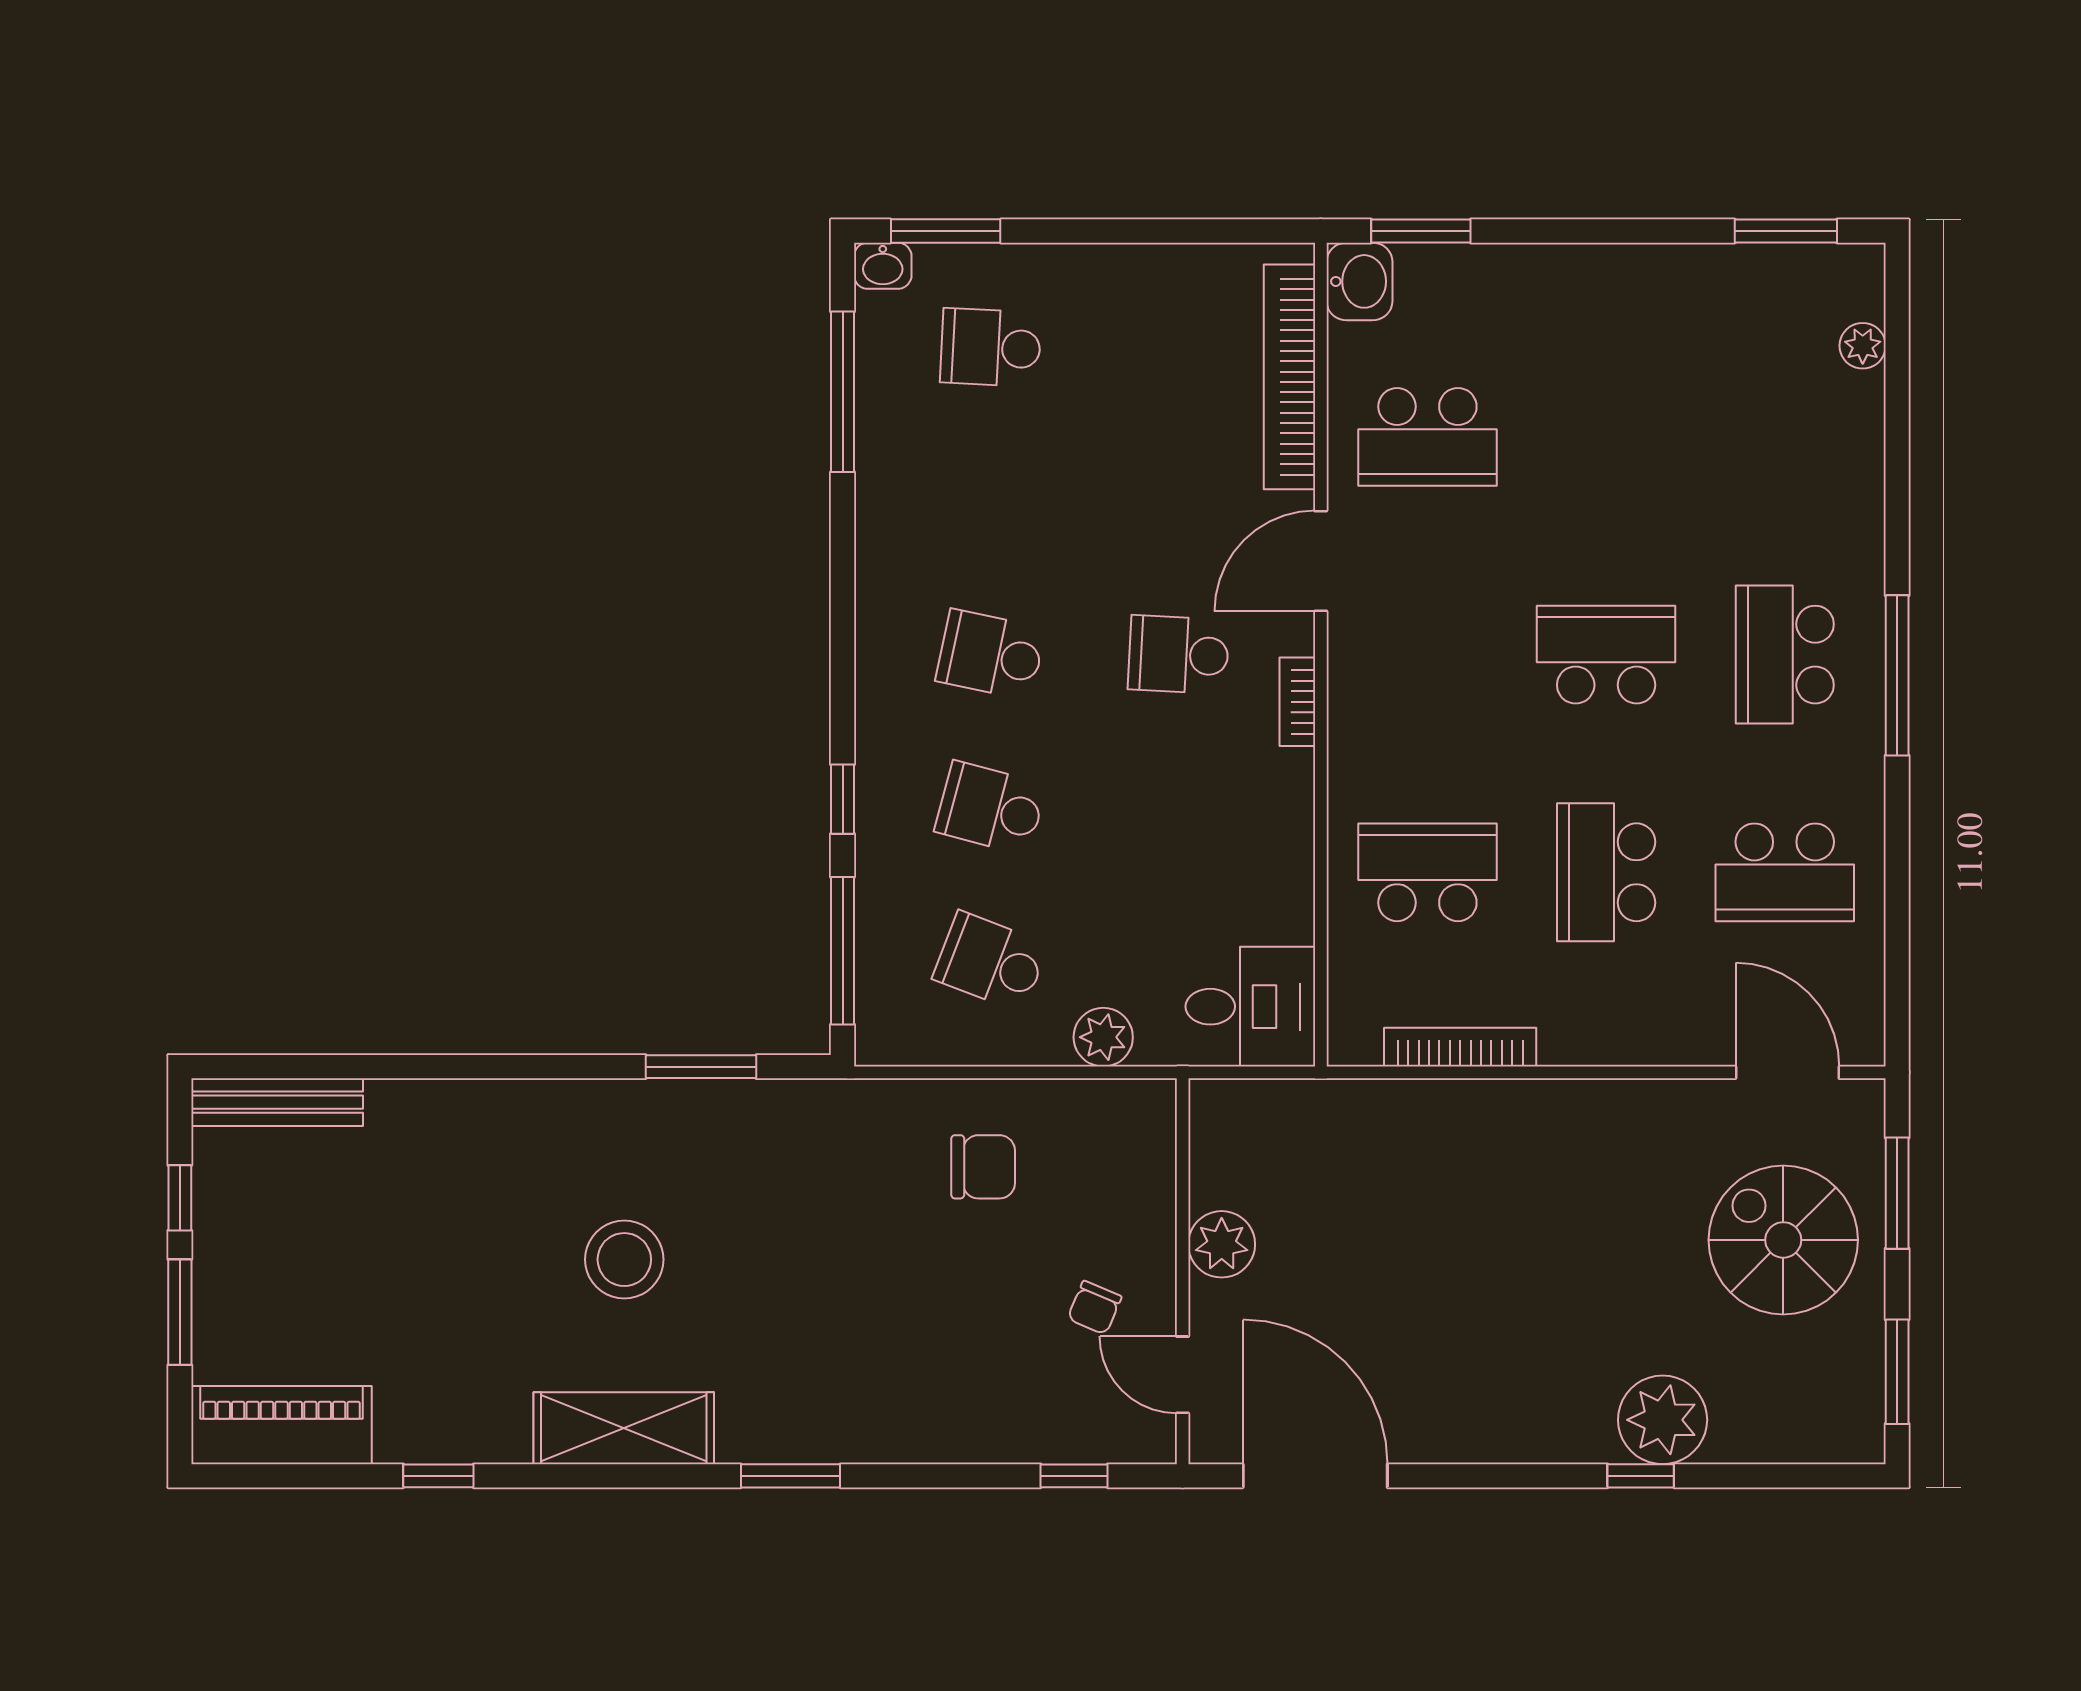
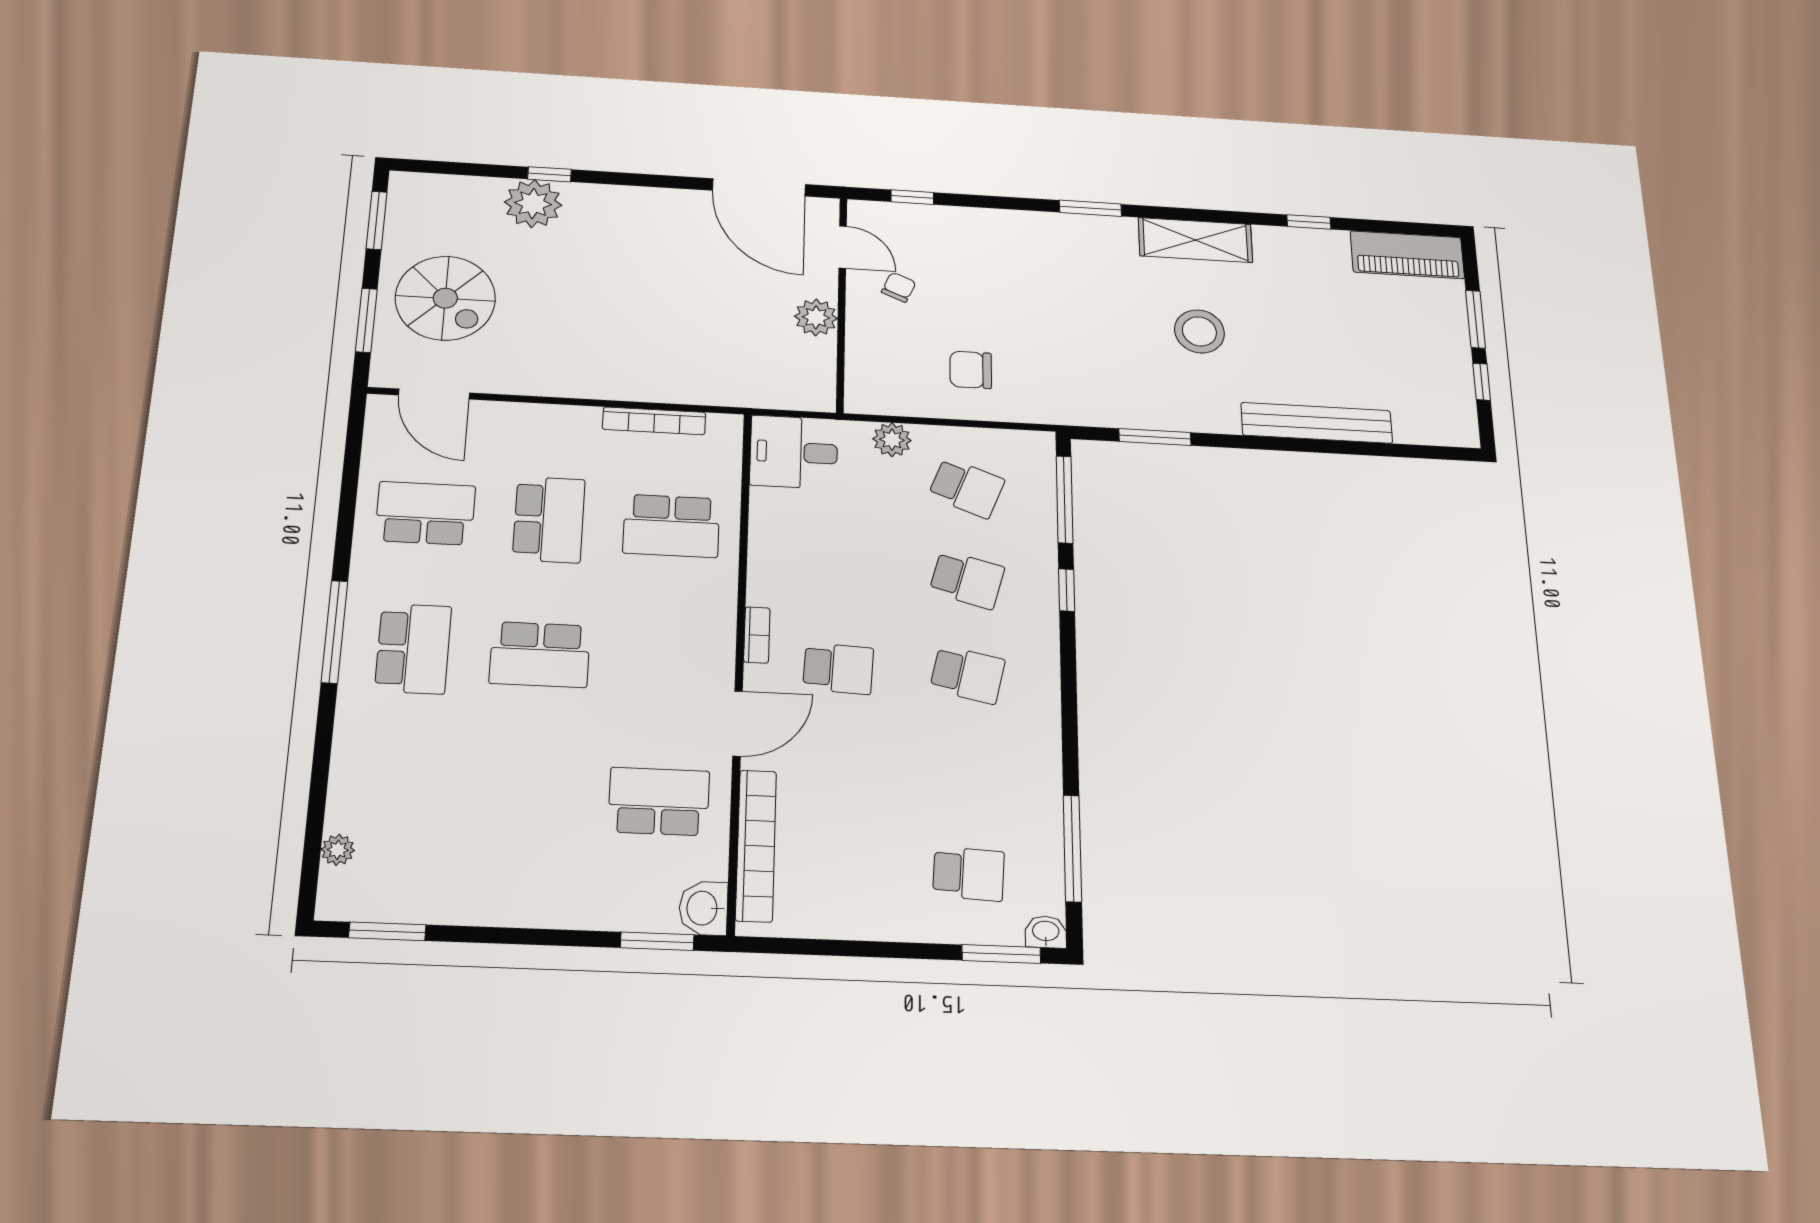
bench: (277, 1102) -> (1317, 423), moved, width x1.37, depth x1.21

